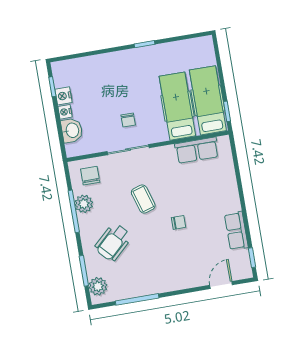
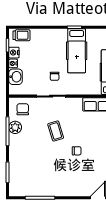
trolley: (70, 69) -> (21, 35), added
hospital bed: (177, 106) -> (77, 51), moved, turned 180
wheelchair: (113, 242) -> (31, 157), removed
plant: (98, 286) -> (15, 184), removed

